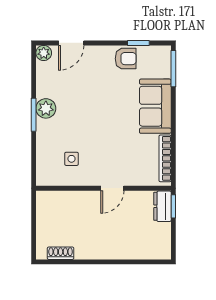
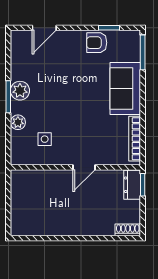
plant: (44, 53) -> (18, 122), moved
armchair: (126, 59) -> (97, 43), turned 180
shoe rack: (61, 253) -> (128, 230), moved

